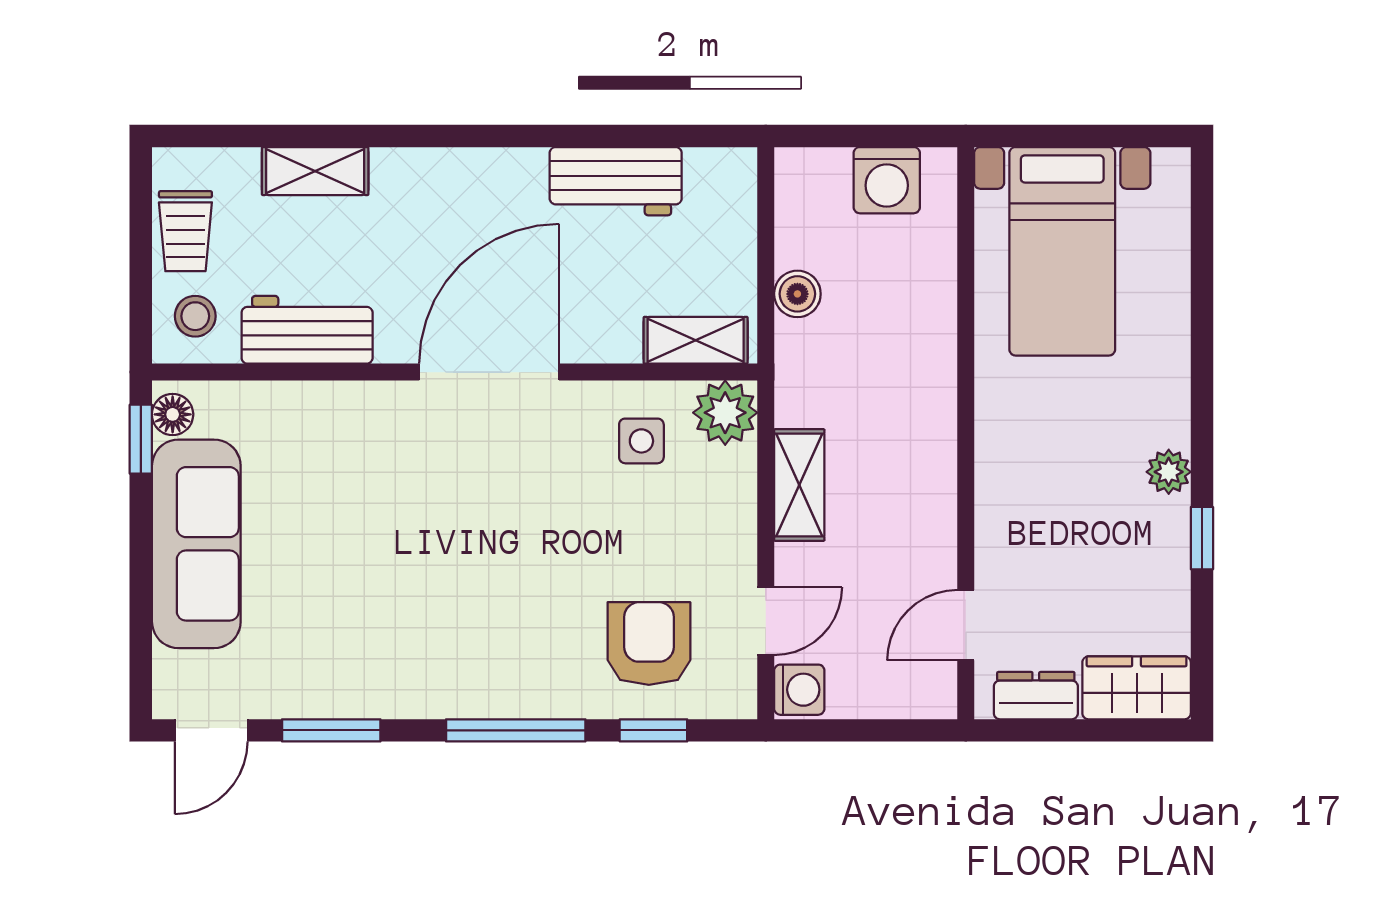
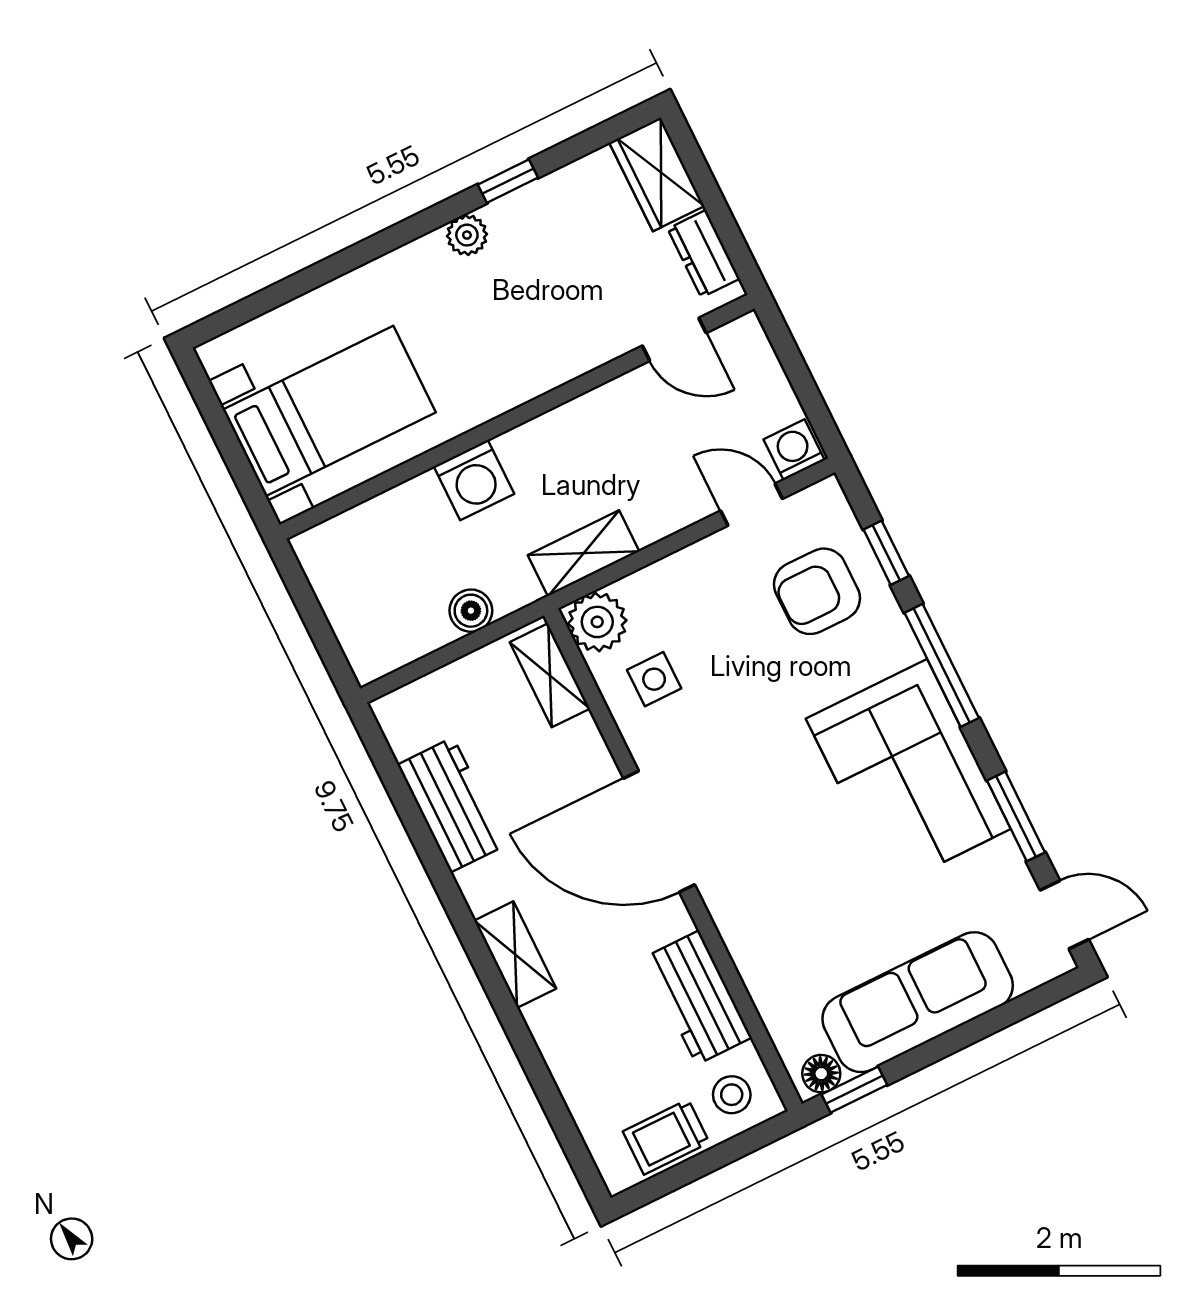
shelving: (315, 171) -> (515, 955), moved
washing machine: (887, 180) -> (474, 480), moved, turned 90
trolley: (185, 231) -> (666, 1137), turned 180
shelving: (799, 485) -> (584, 553), moved
corner sofa: (425, 645) -> (908, 774), added

